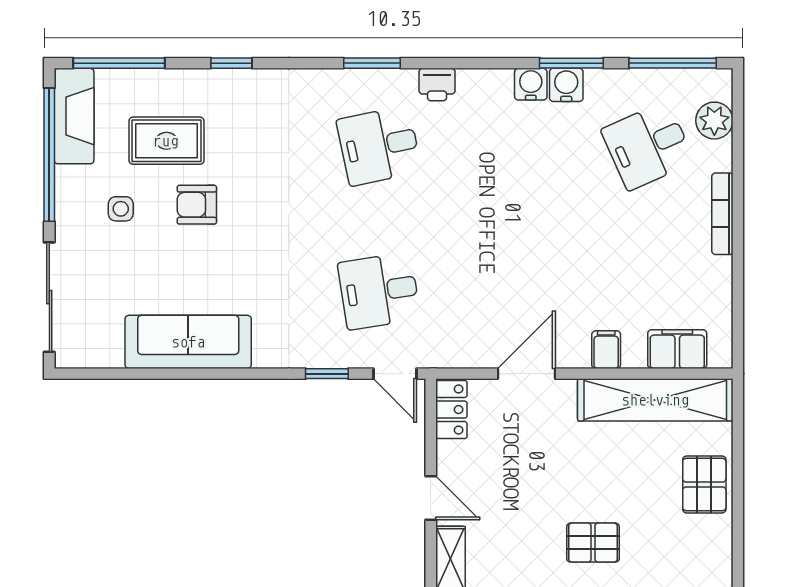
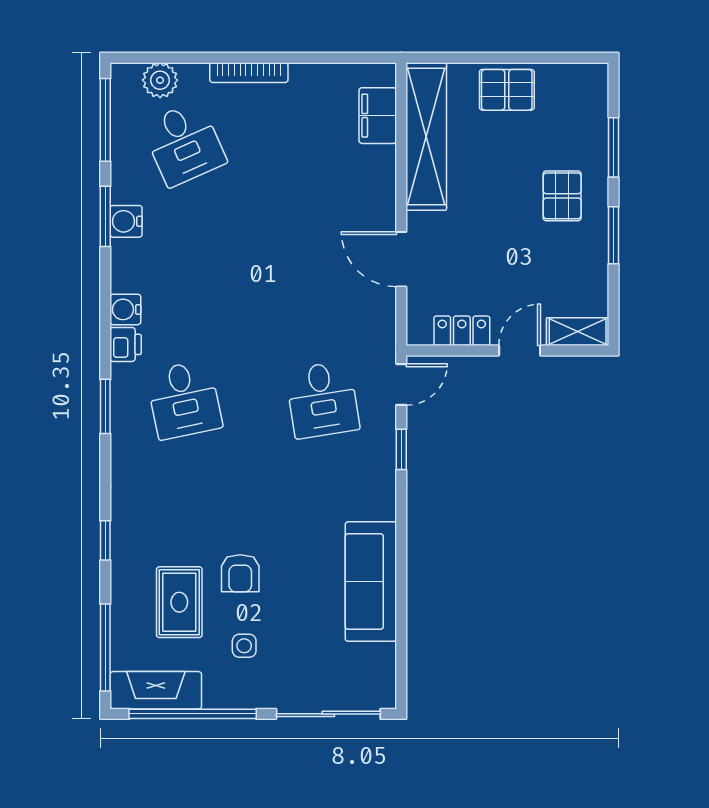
water cooler: (531, 84) -> (125, 309), moved
filing cabinet: (606, 350) -> (378, 183), removed
locker: (451, 410) -> (462, 331), moved

